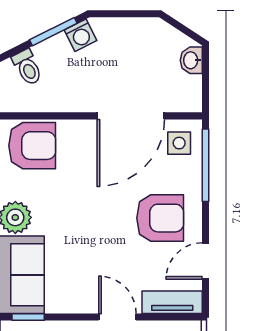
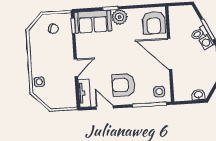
toilet: (27, 67) -> (199, 33), moved
door: (131, 116) -> (170, 54), moved
armchair: (160, 218) -> (123, 85), turned 90

